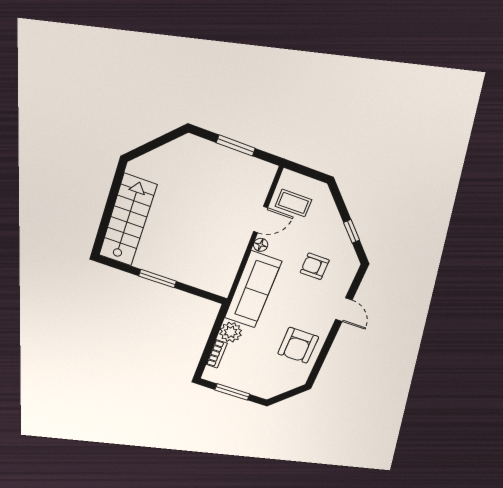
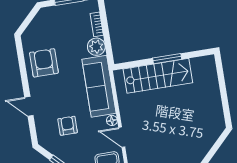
stairs: (128, 220) -> (158, 76), moved, turned -90
door: (261, 220) -> (122, 137), hinge flipped
armchair: (315, 266) -> (68, 126), turned -90

